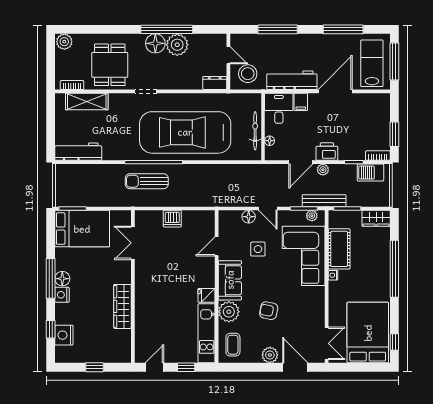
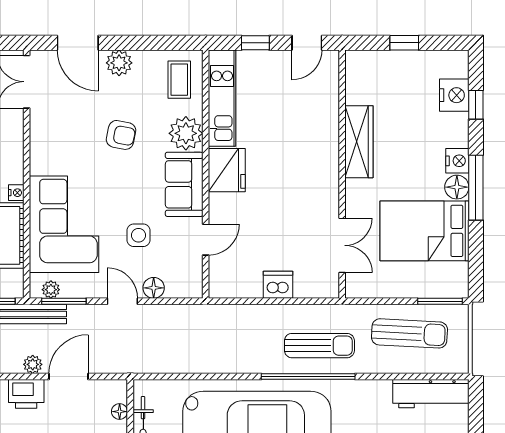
sun lounger: (91, 189) -> (409, 333), added
bed: (82, 229) -> (424, 231), moved
fridge: (207, 295) -> (227, 170), width x1.88, depth x1.34

